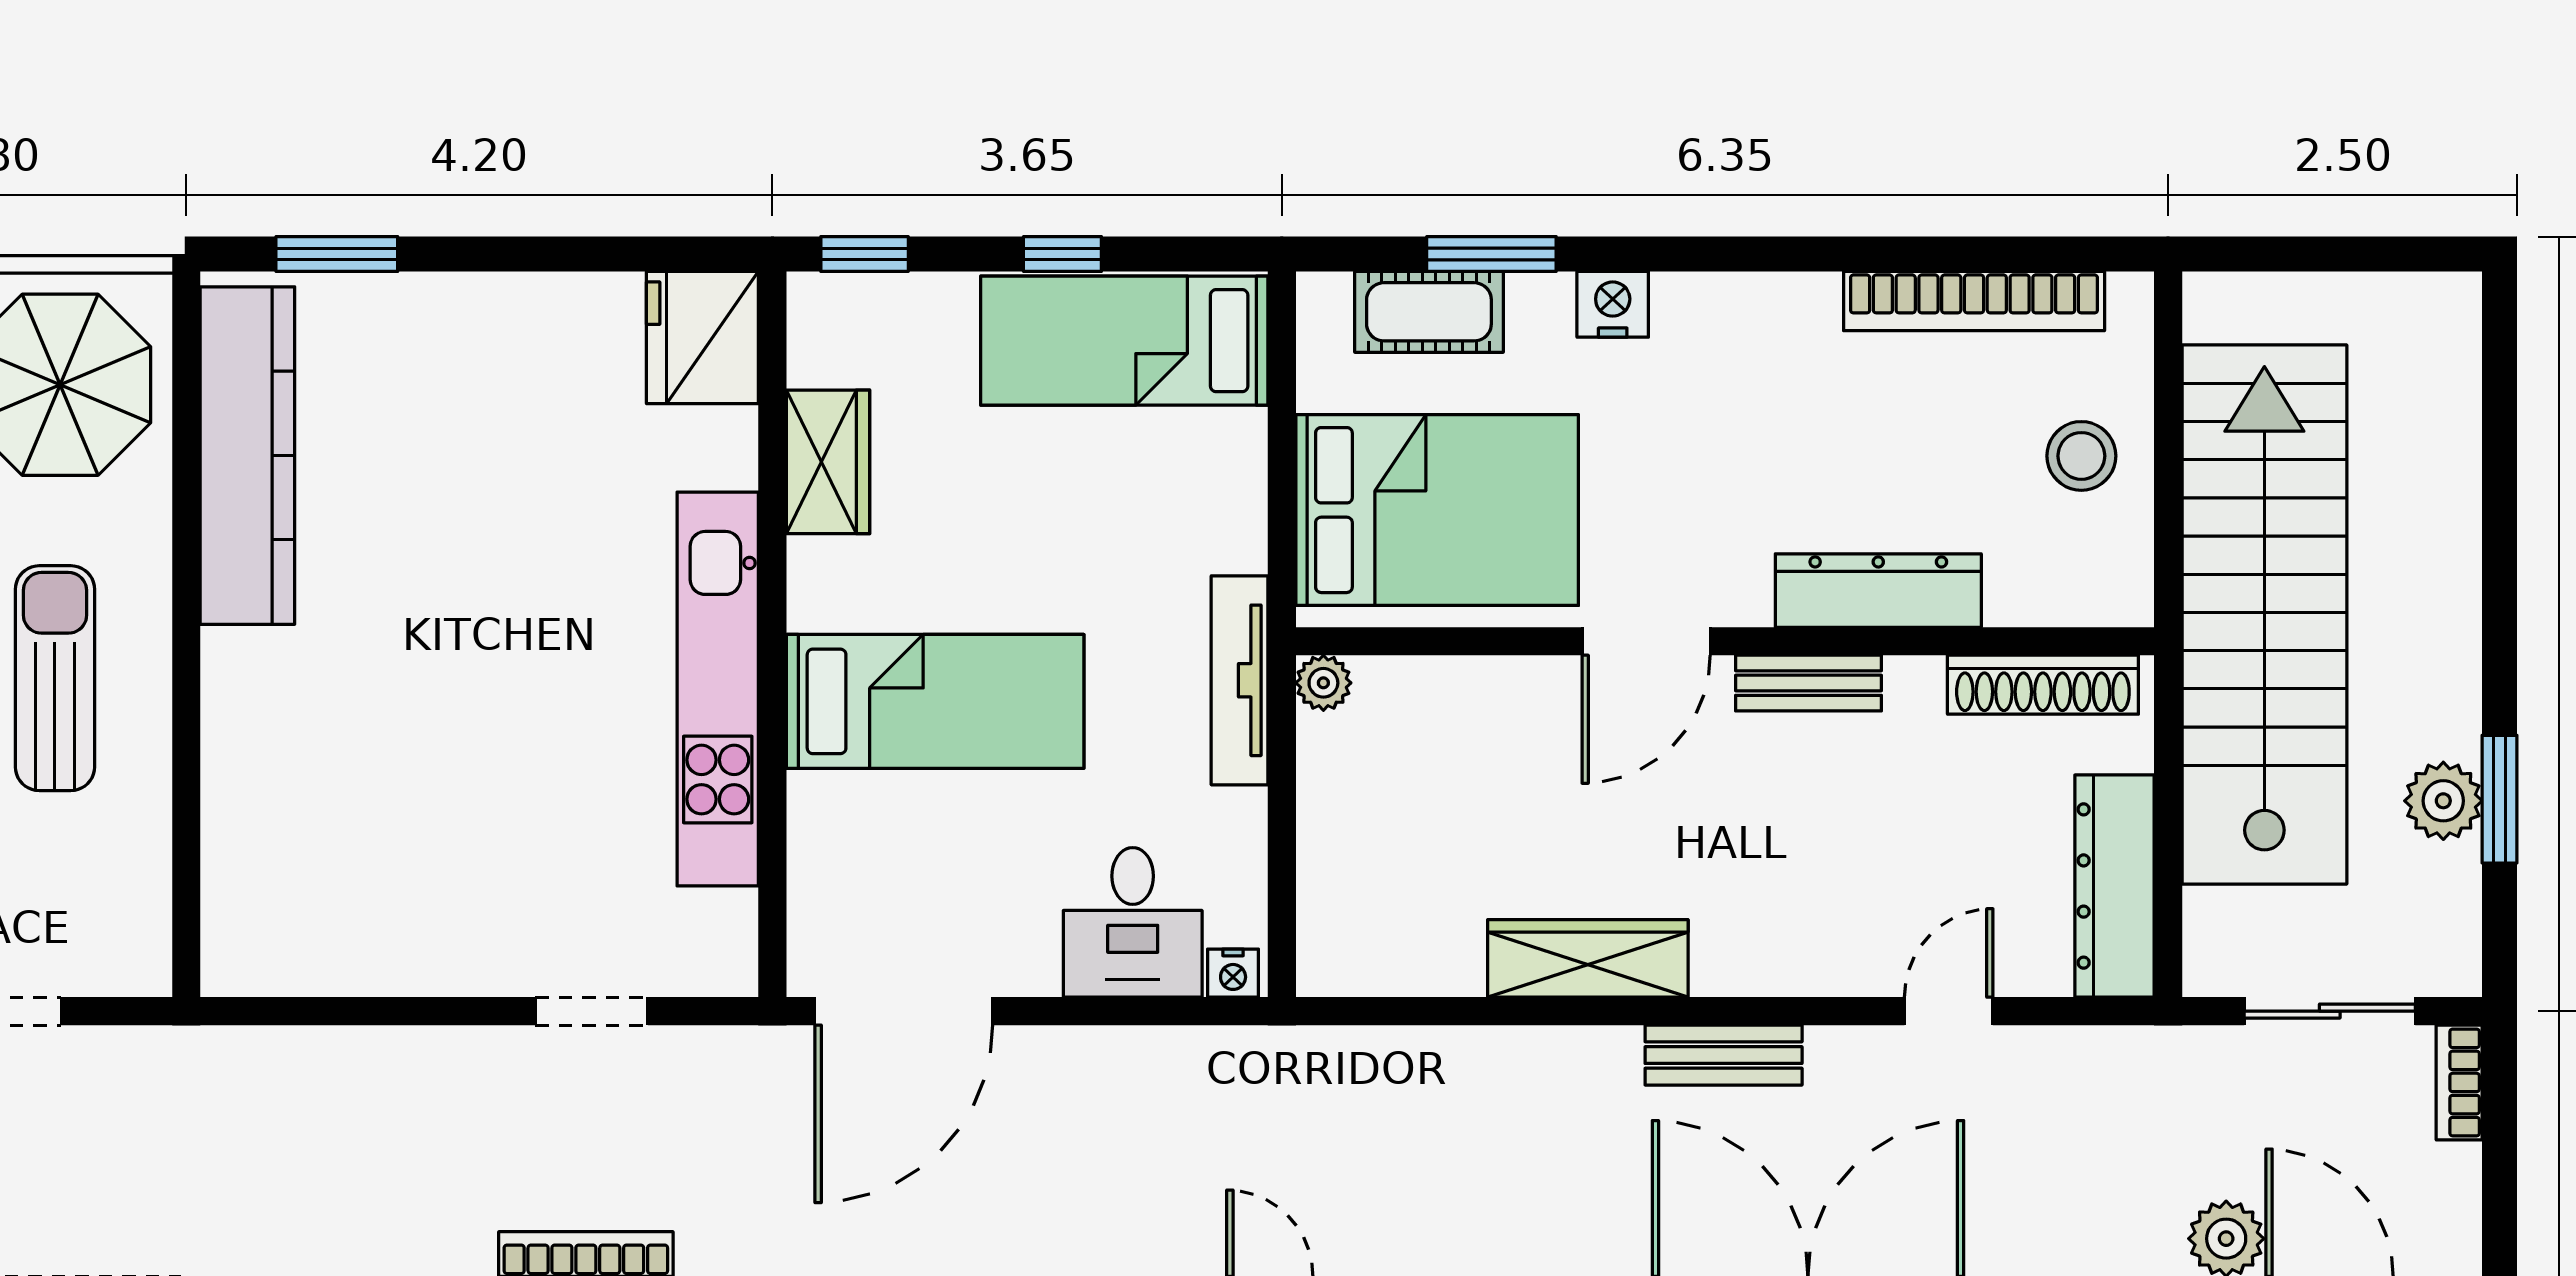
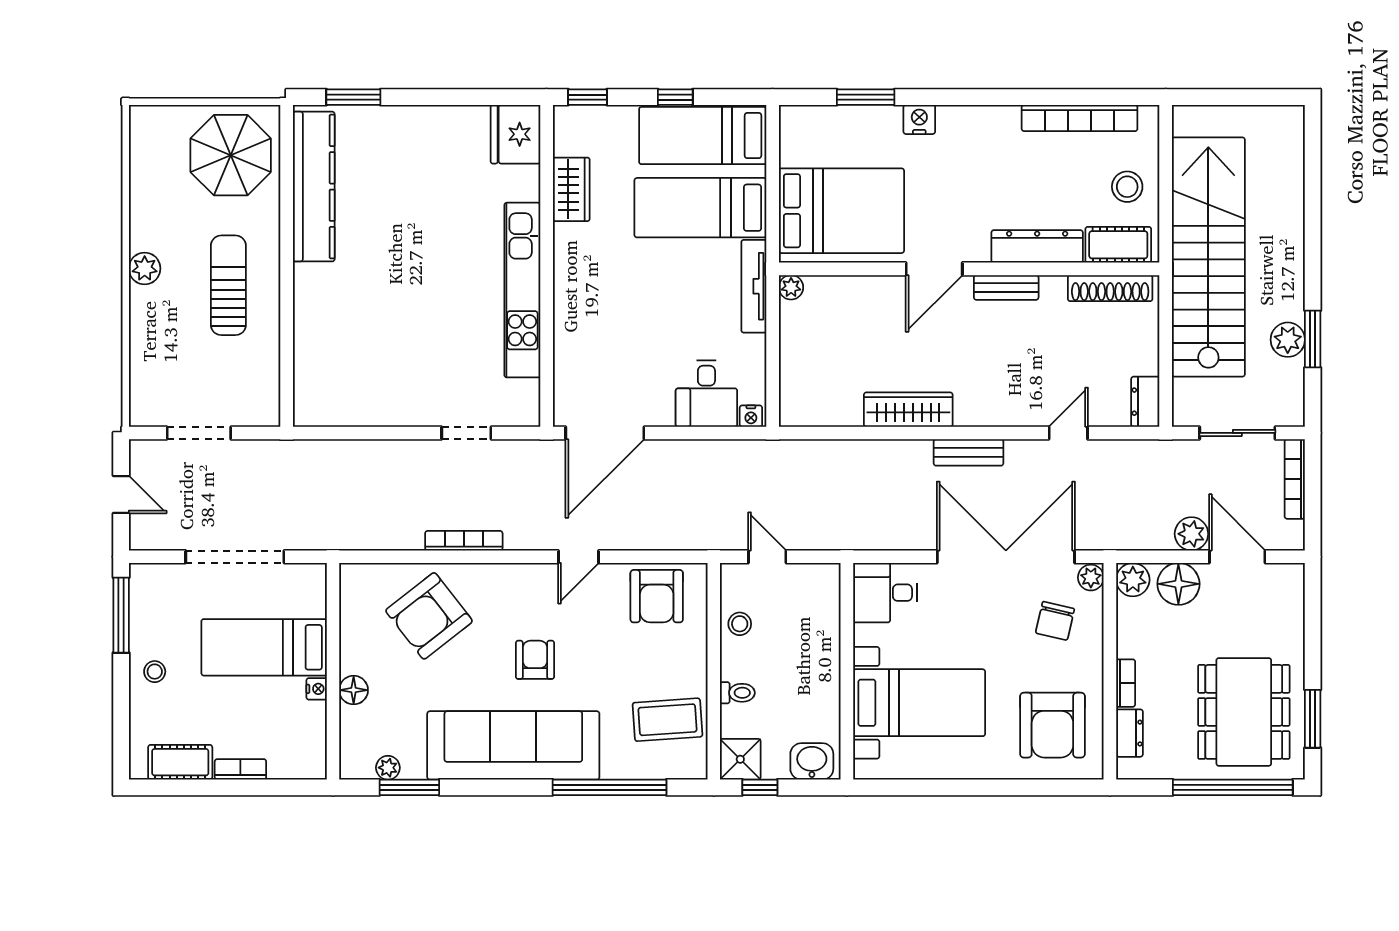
cot: (1429, 312) -> (1118, 245), moved
bed: (935, 701) -> (700, 208), moved, turned 180
dresser: (2114, 886) -> (1145, 402), width x0.51, depth x0.80
bookcase: (2459, 1082) -> (1295, 479), width x1.56

